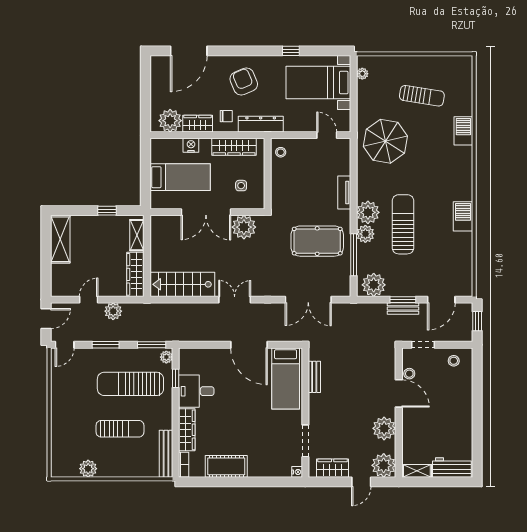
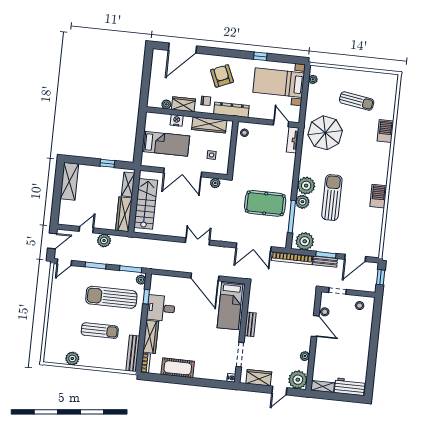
plant: (170, 121) -> (166, 104), width x0.53, depth x0.53
tv unit: (344, 193) -> (293, 140), moved
plant: (244, 227) -> (215, 183), width x0.53, depth x0.53
stairs: (182, 284) -> (146, 204), moved, turned 90
bookcase: (360, 309) -> (292, 258), added
bench: (314, 377) -> (250, 324), moved
plant: (384, 428) -> (305, 356), width x0.53, depth x0.53

